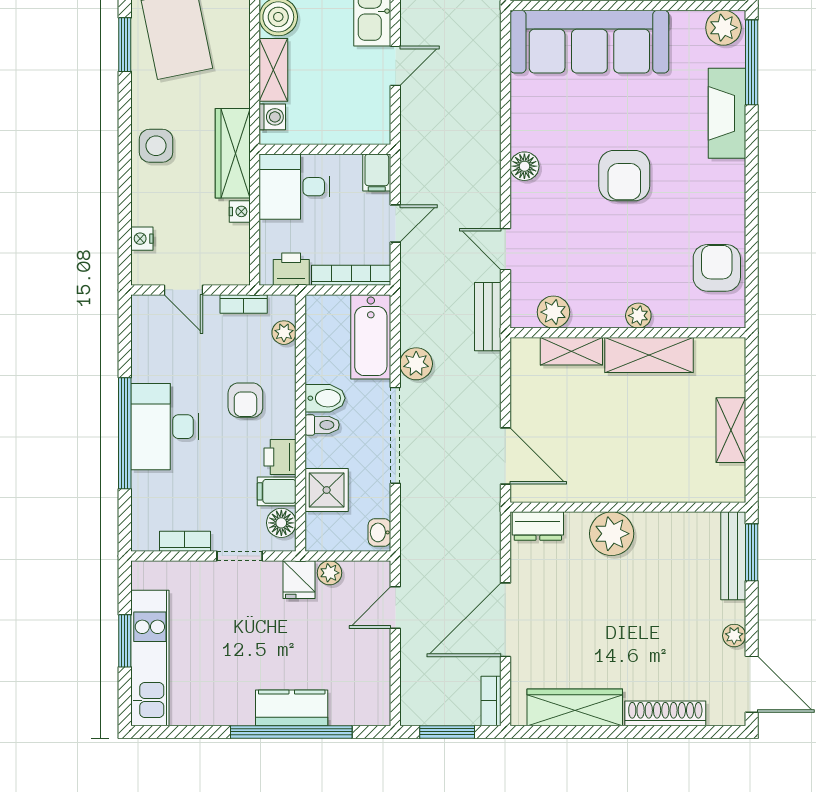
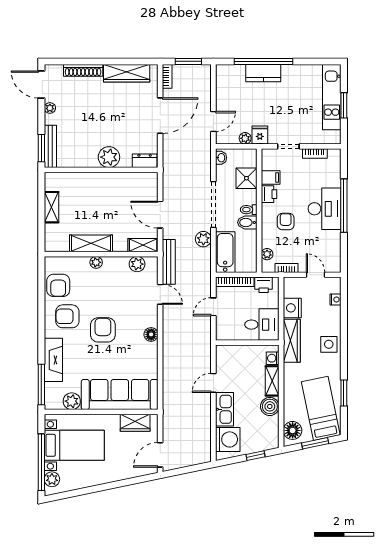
plant: (723, 28) -> (72, 401), moved
filing cabinet: (377, 172) -> (222, 331), removed
armchair: (698, 204) -> (67, 316), added
nightstand: (240, 211) -> (292, 308), width x1.89, depth x1.79
bench: (488, 317) -> (169, 262), width x1.36
shelving: (571, 351) -> (143, 245), moved
door: (505, 456) -> (160, 215), moved
floor lamp: (281, 523) -> (268, 162), removed

